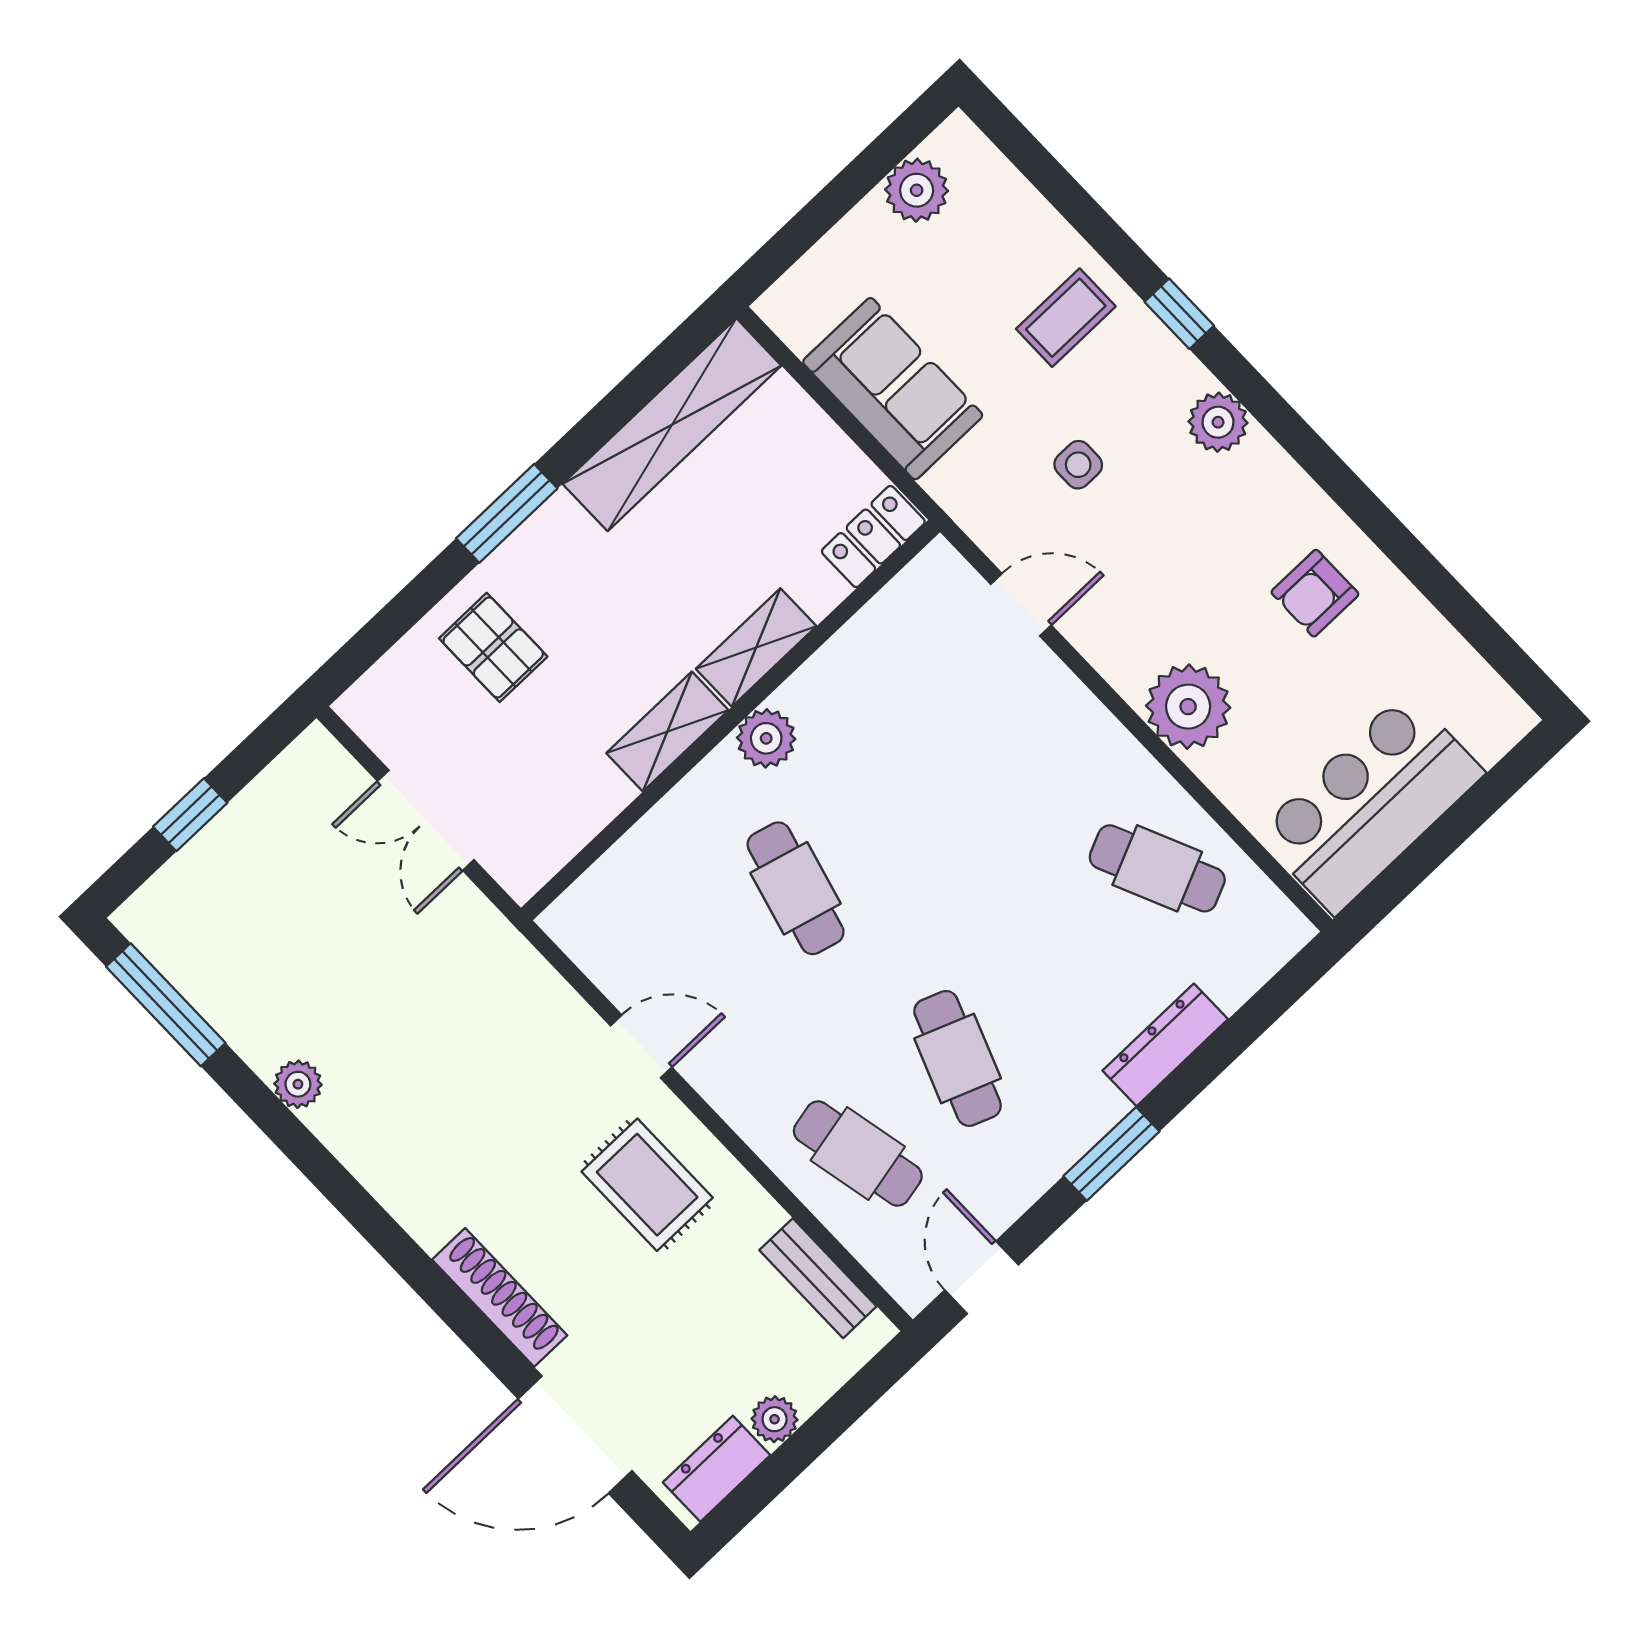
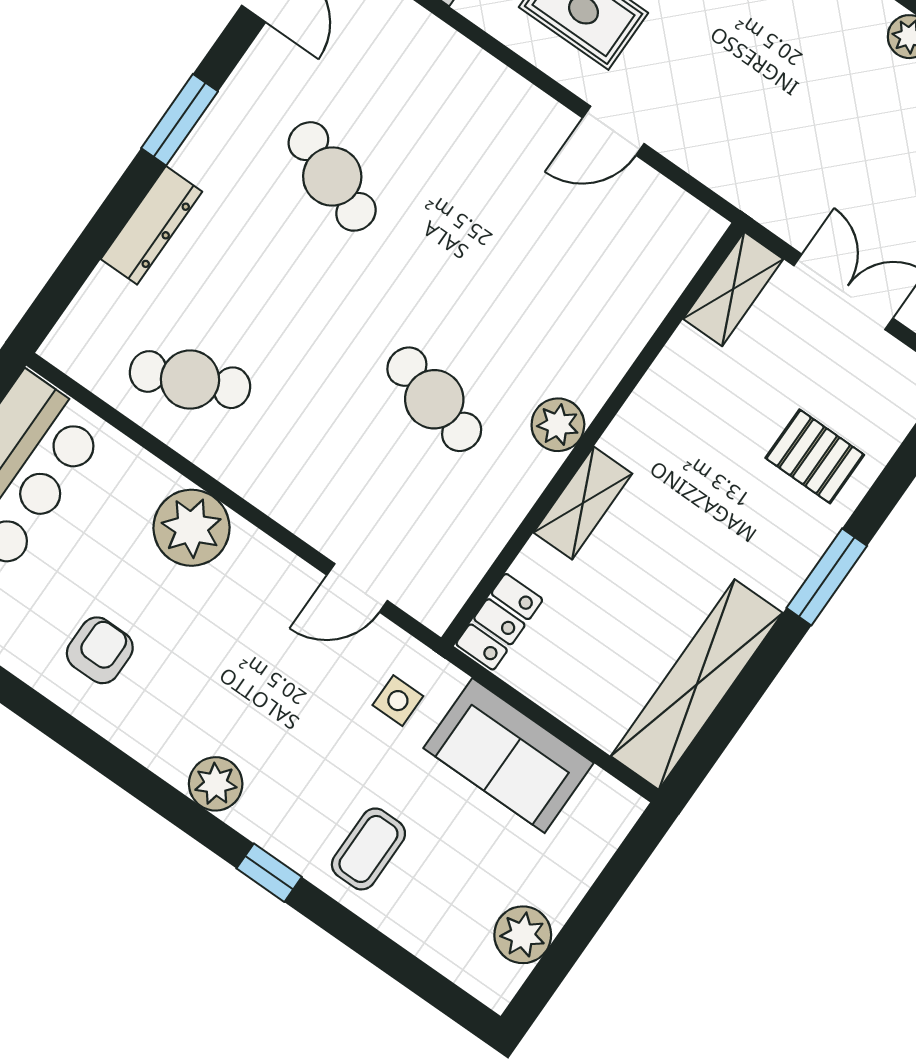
side table: (1078, 465) -> (398, 701), moved
shelving: (667, 732) -> (733, 289), moved
cafe table: (796, 888) -> (434, 399), moved
cafe table: (858, 1154) -> (403, 75), removed

